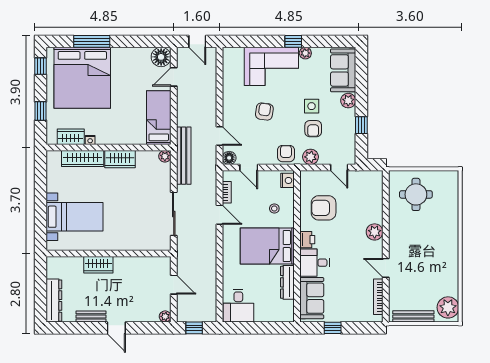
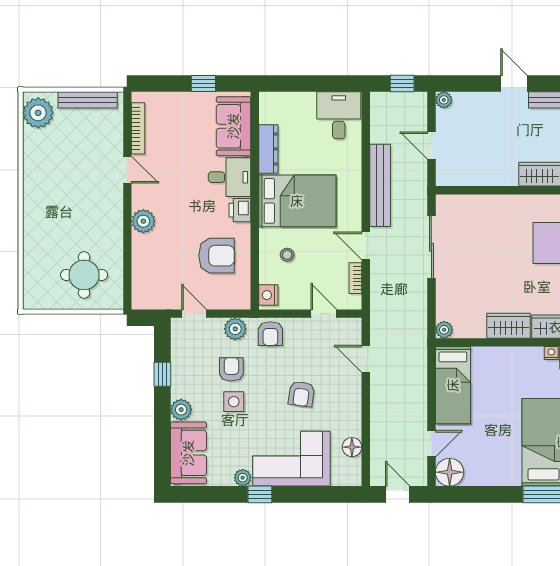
bench: (184, 156) -> (380, 185), moved
floor lamp: (229, 158) -> (352, 447), moved

